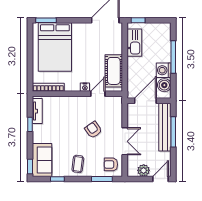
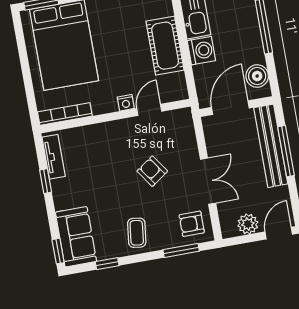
washing machine: (164, 70) -> (201, 51), moved, turned 180
cot: (114, 71) -> (165, 46), moved

